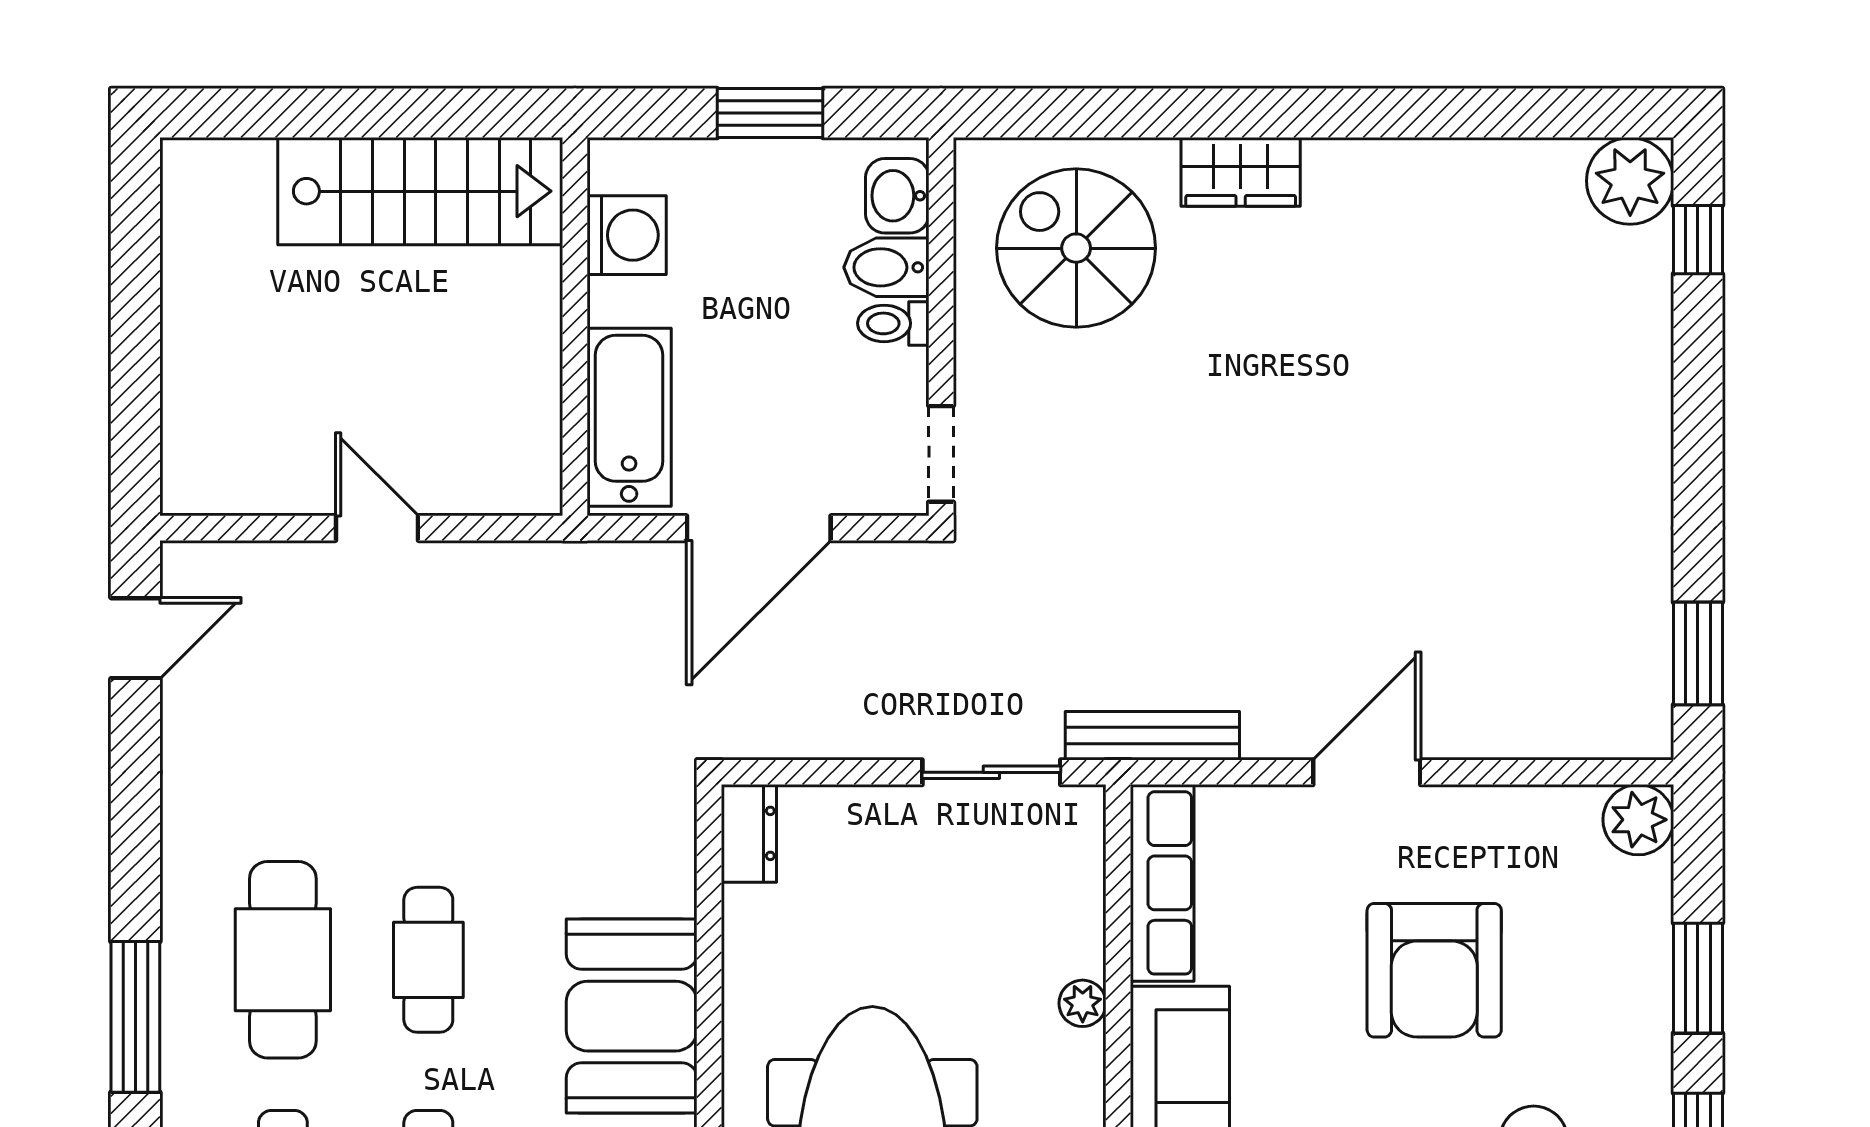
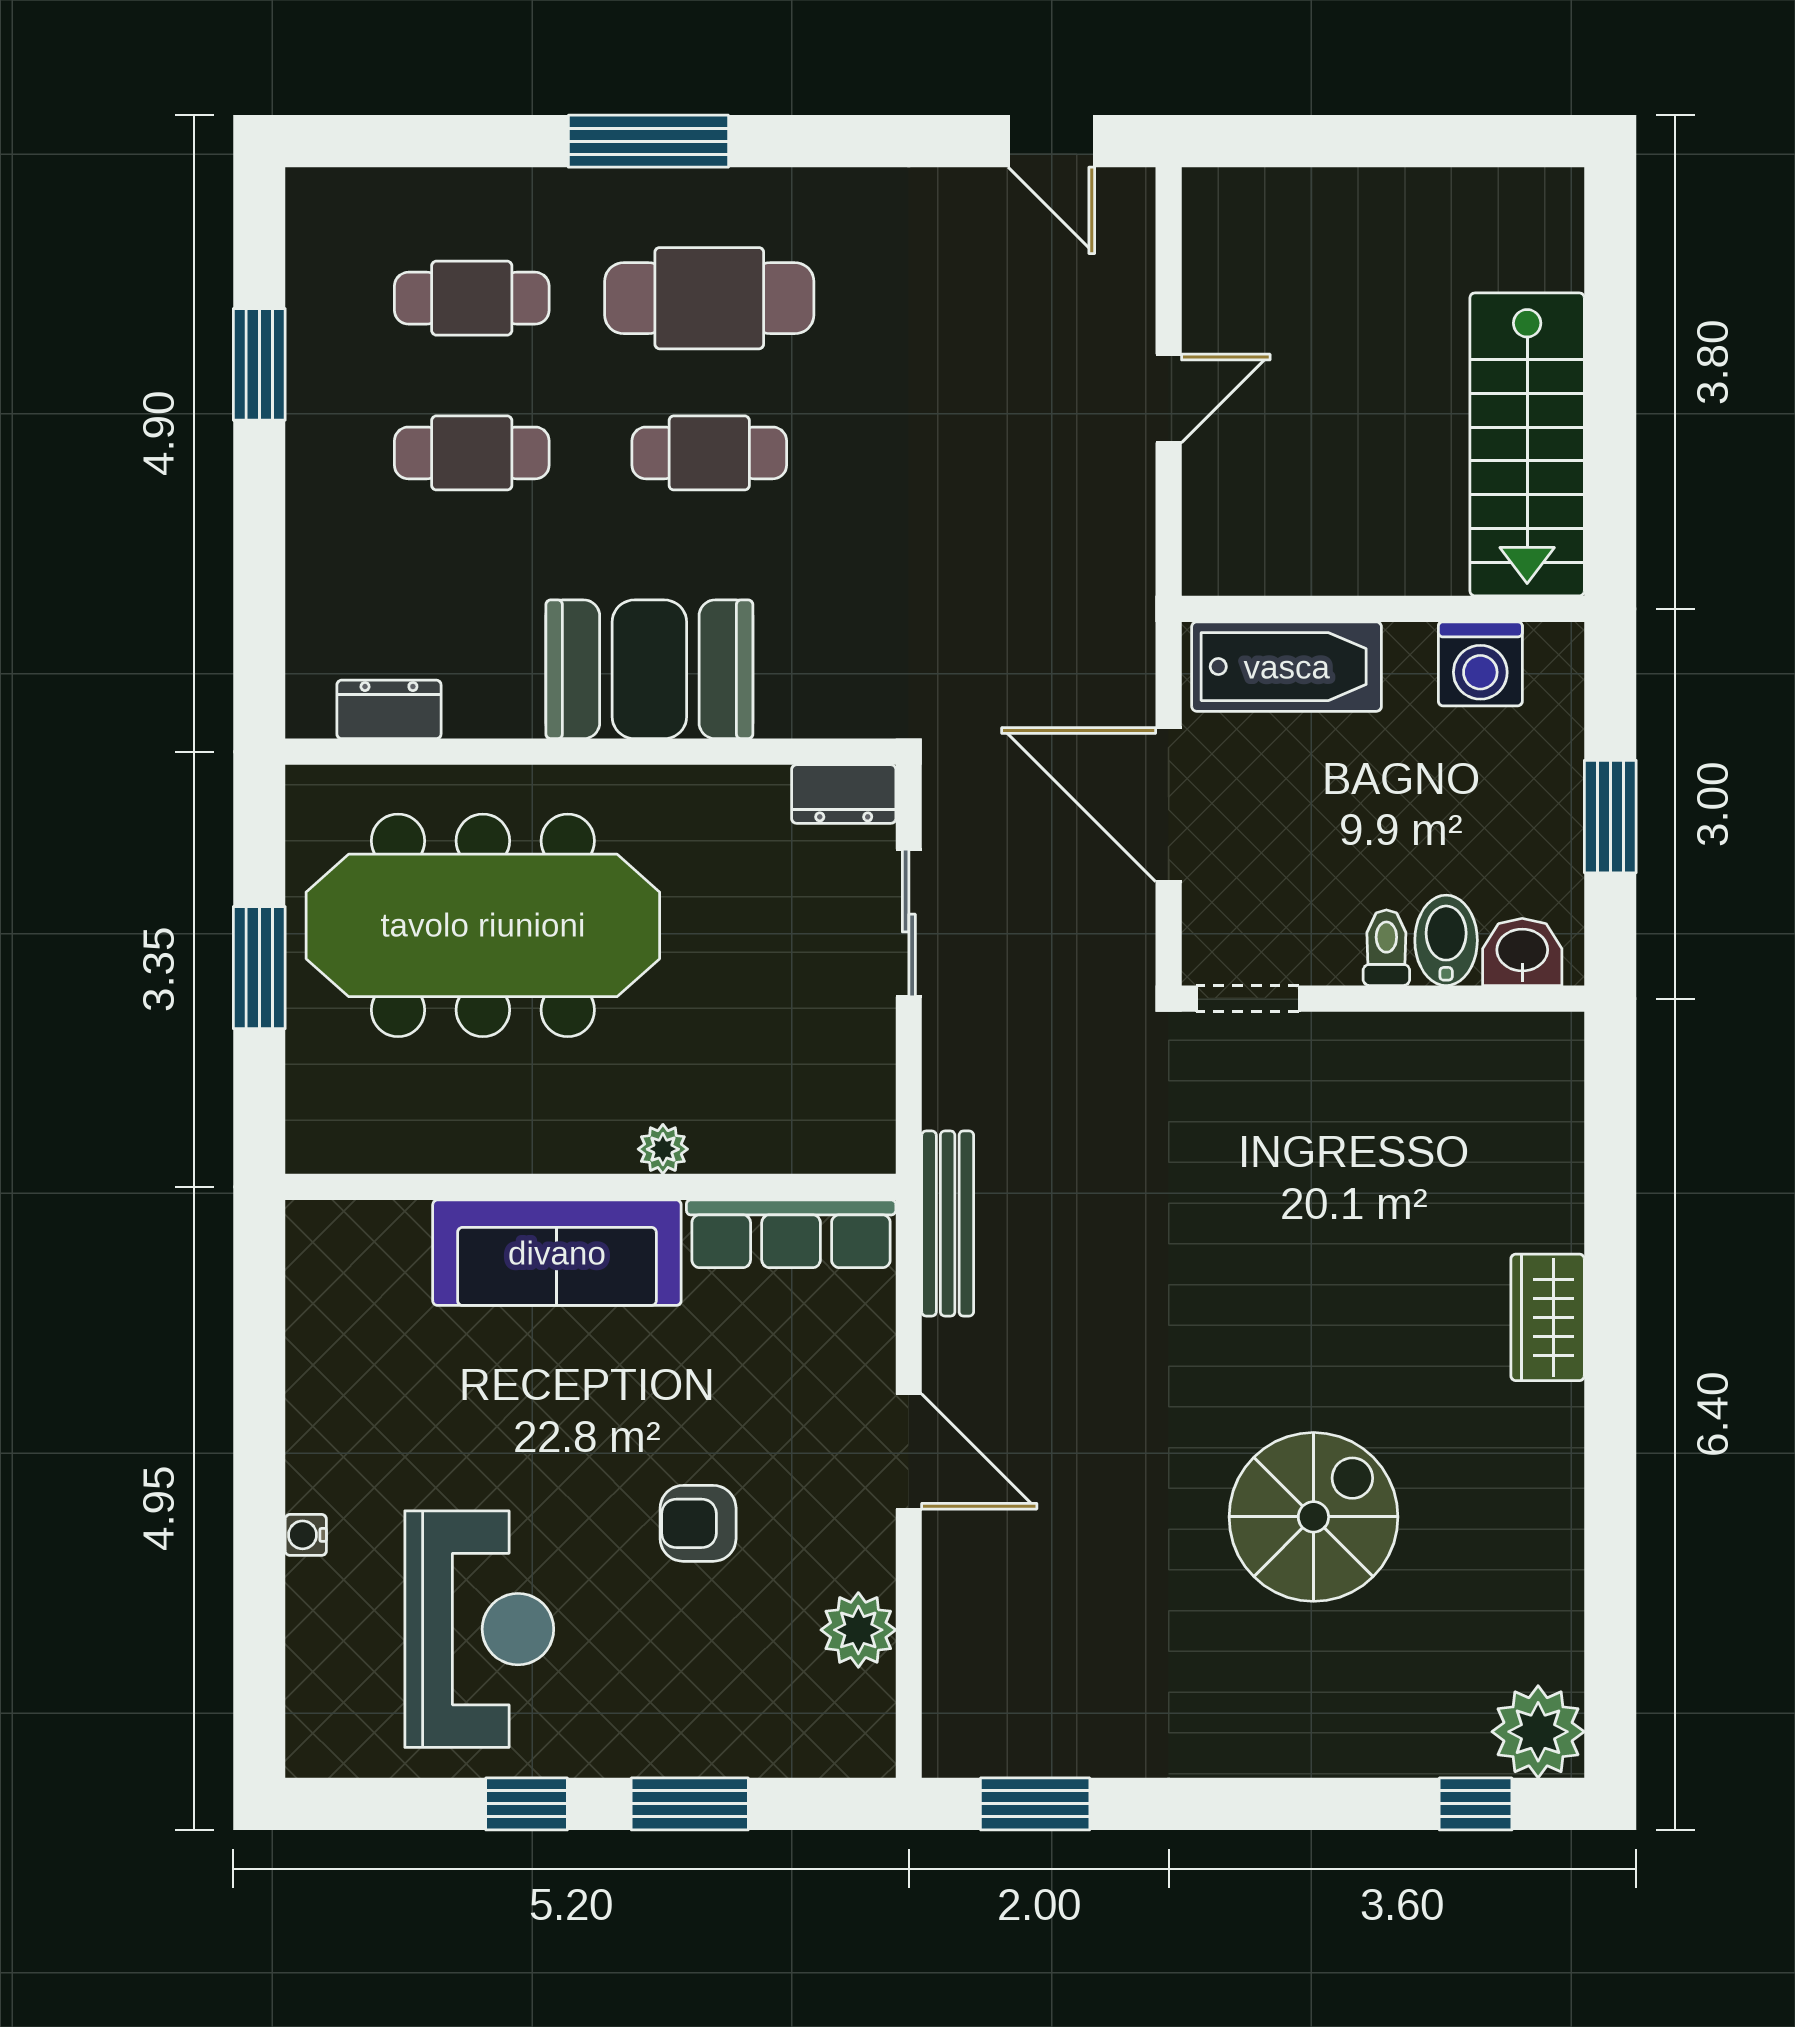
spiral stairs: (1076, 248) -> (1313, 1517), moved
sliding door: (991, 772) -> (909, 923), moved
plant: (1638, 820) -> (858, 1630), moved
armchair: (1434, 970) -> (698, 1523), width x0.53, depth x0.53

